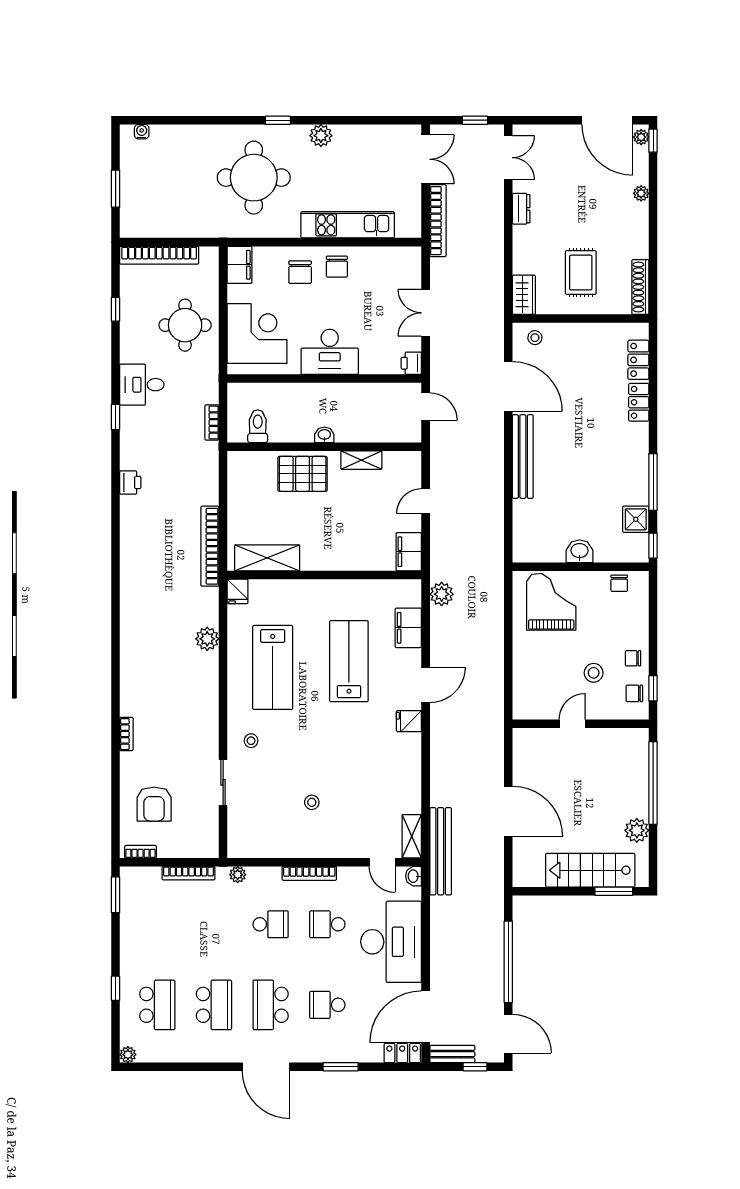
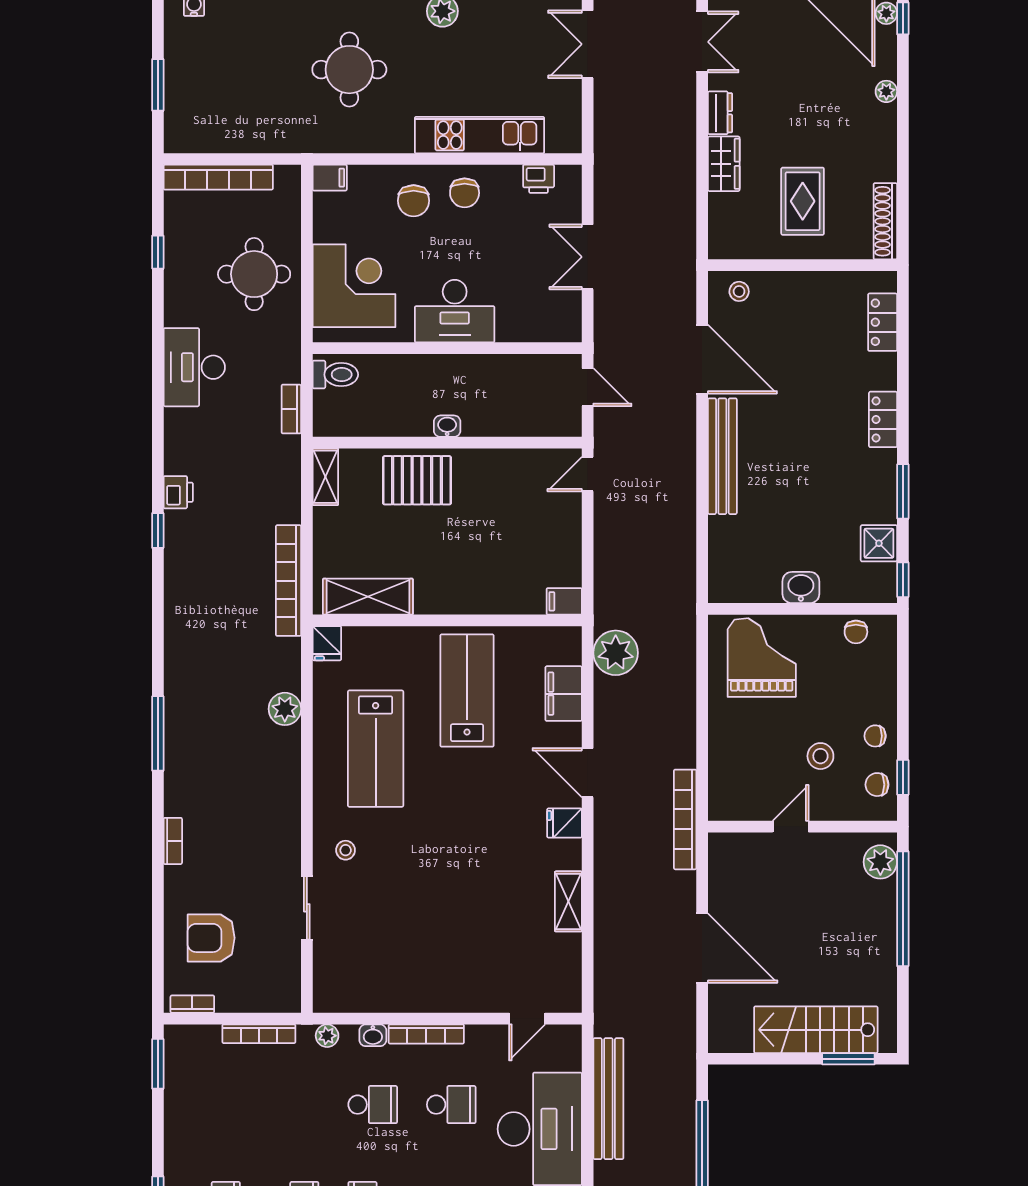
double door: (426, 159) -> (588, 44), swing flipped
round table: (254, 178) -> (349, 70), width x0.73, depth x0.73
bookcase: (438, 221) -> (685, 819), moved, turned 180
filing cabinet: (240, 265) -> (330, 178), width x0.50
wardrobe: (524, 295) -> (724, 164), moved
printer: (411, 363) -> (539, 179), moved, turned -90
desk: (142, 385) -> (194, 367), width x1.37
locker: (639, 402) -> (883, 419), moved
window: (116, 417) -> (158, 531), moved
toilet: (258, 426) -> (335, 375), moved, turned 90
shelving: (361, 460) -> (325, 477), moved, turned 90
window: (653, 482) -> (903, 491), width x0.69
door: (426, 501) -> (588, 474), moved
filing cabinet: (409, 552) -> (564, 601), width x0.50
plant: (442, 594) -> (616, 653), width x1.36, depth x1.36
window: (116, 656) -> (158, 733), added
lab bench: (349, 661) -> (467, 691), moved
door: (426, 685) -> (588, 773), swing flipped
stool: (312, 802) -> (430, 936), removed
armchair: (154, 804) -> (211, 938), turned 90
plant: (637, 830) -> (880, 862), moved
shelving: (412, 836) -> (568, 901), moved
bench: (441, 851) -> (608, 1099), moved
door: (382, 862) -> (527, 1019), hinge flipped
washbasin: (414, 876) -> (373, 1035), moved, turned -90
school desk: (327, 924) -> (451, 1105), turned 180

